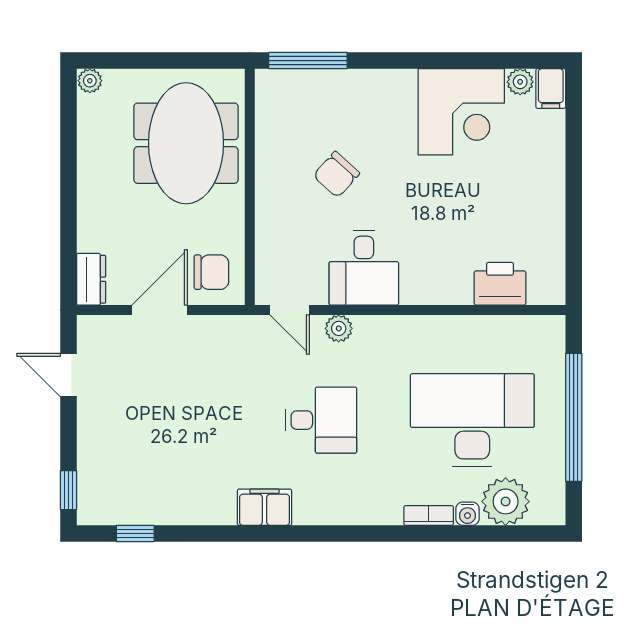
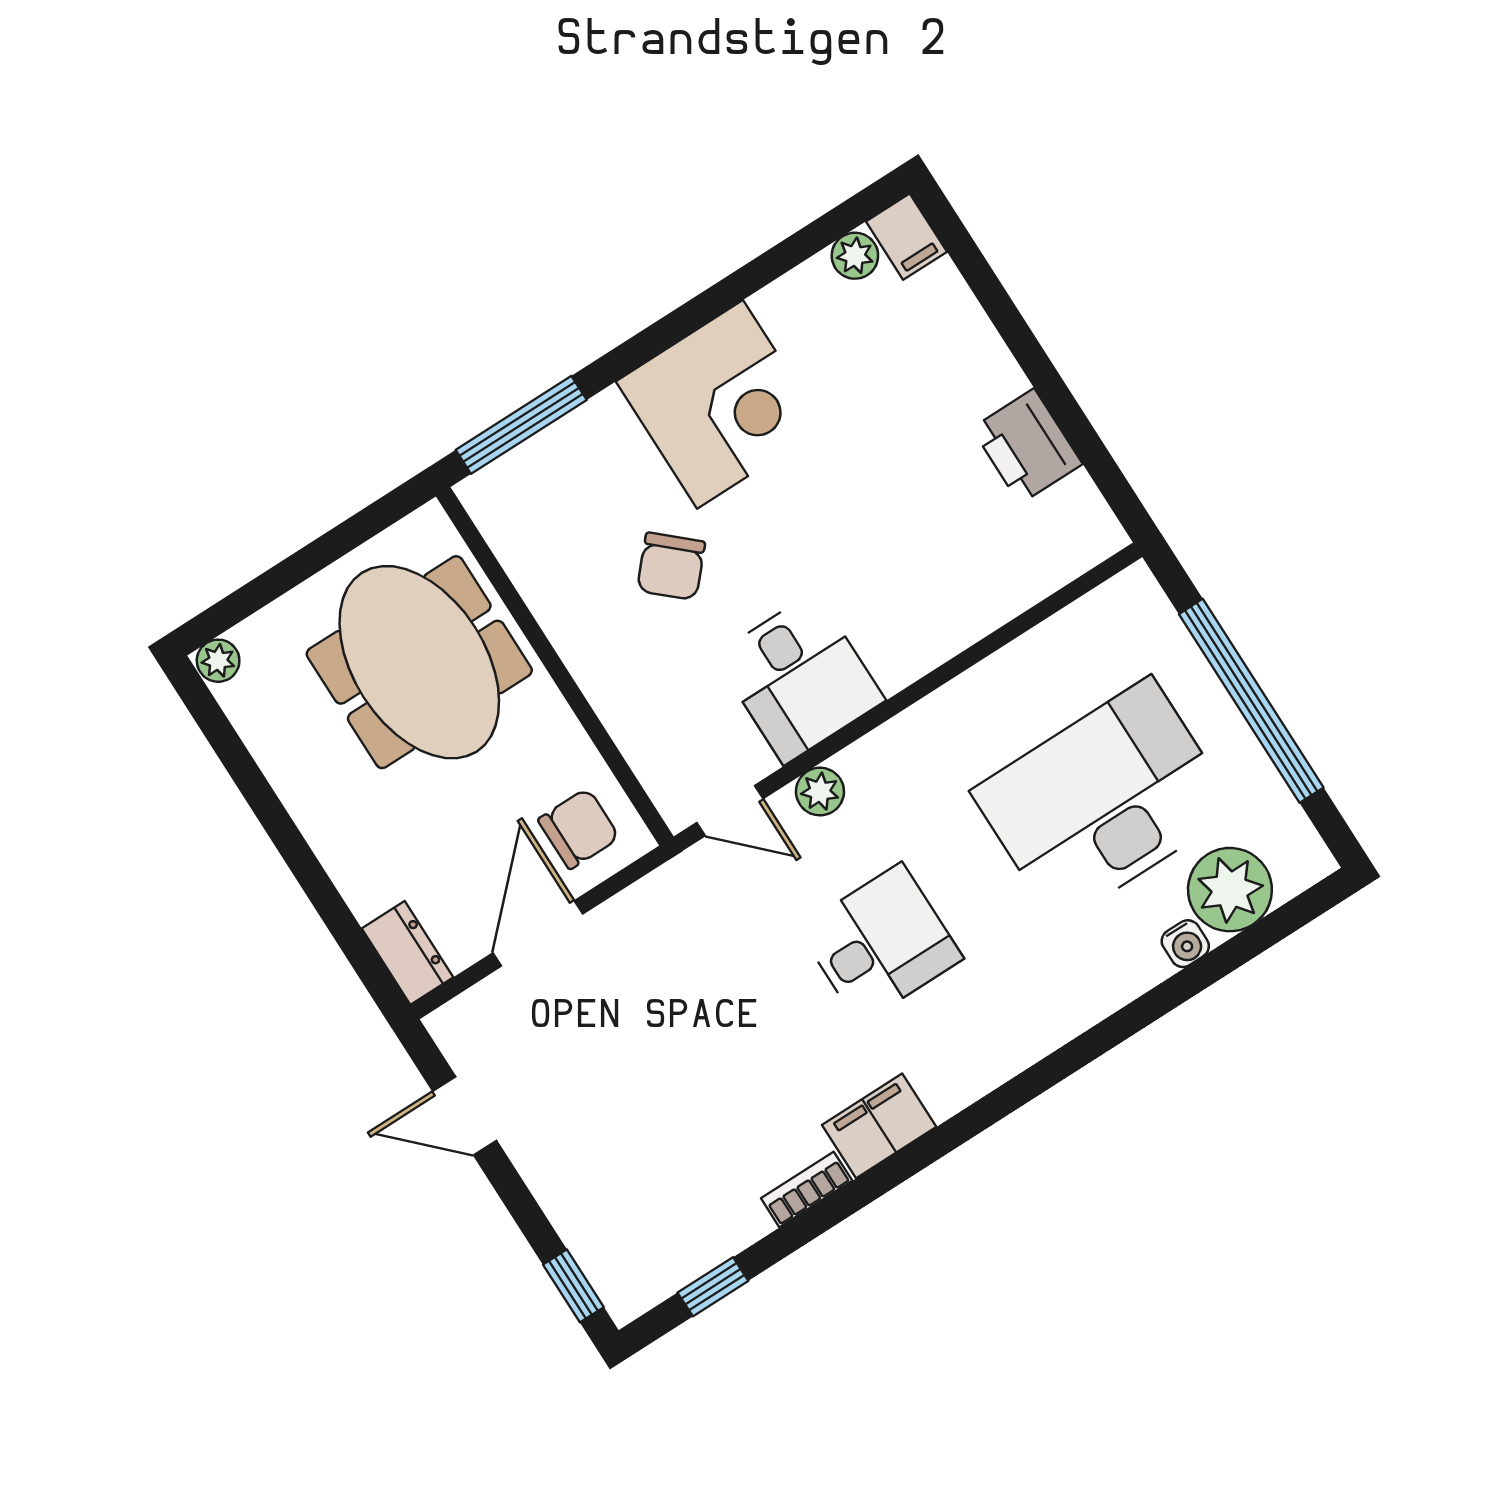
corner desk: (461, 112) -> (720, 404), moved
printer: (500, 284) -> (1027, 446), moved, turned -90
bookcase: (429, 515) -> (807, 1189), moved

